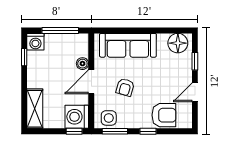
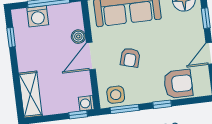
washing machine: (35, 42) -> (38, 16), moved
washing machine: (77, 117) -> (86, 103), width x0.53, depth x0.53

